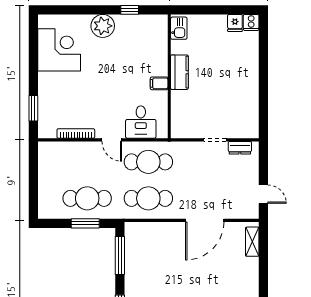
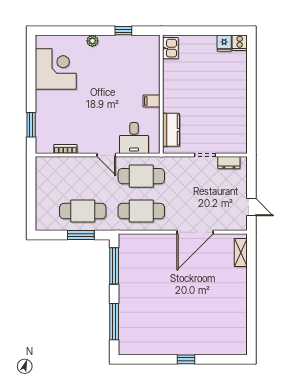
plant: (103, 26) -> (92, 41), width x0.53, depth x0.53
kitchen counter: (179, 72) -> (171, 130), moved
bookcase: (76, 133) -> (65, 149), width x0.64

